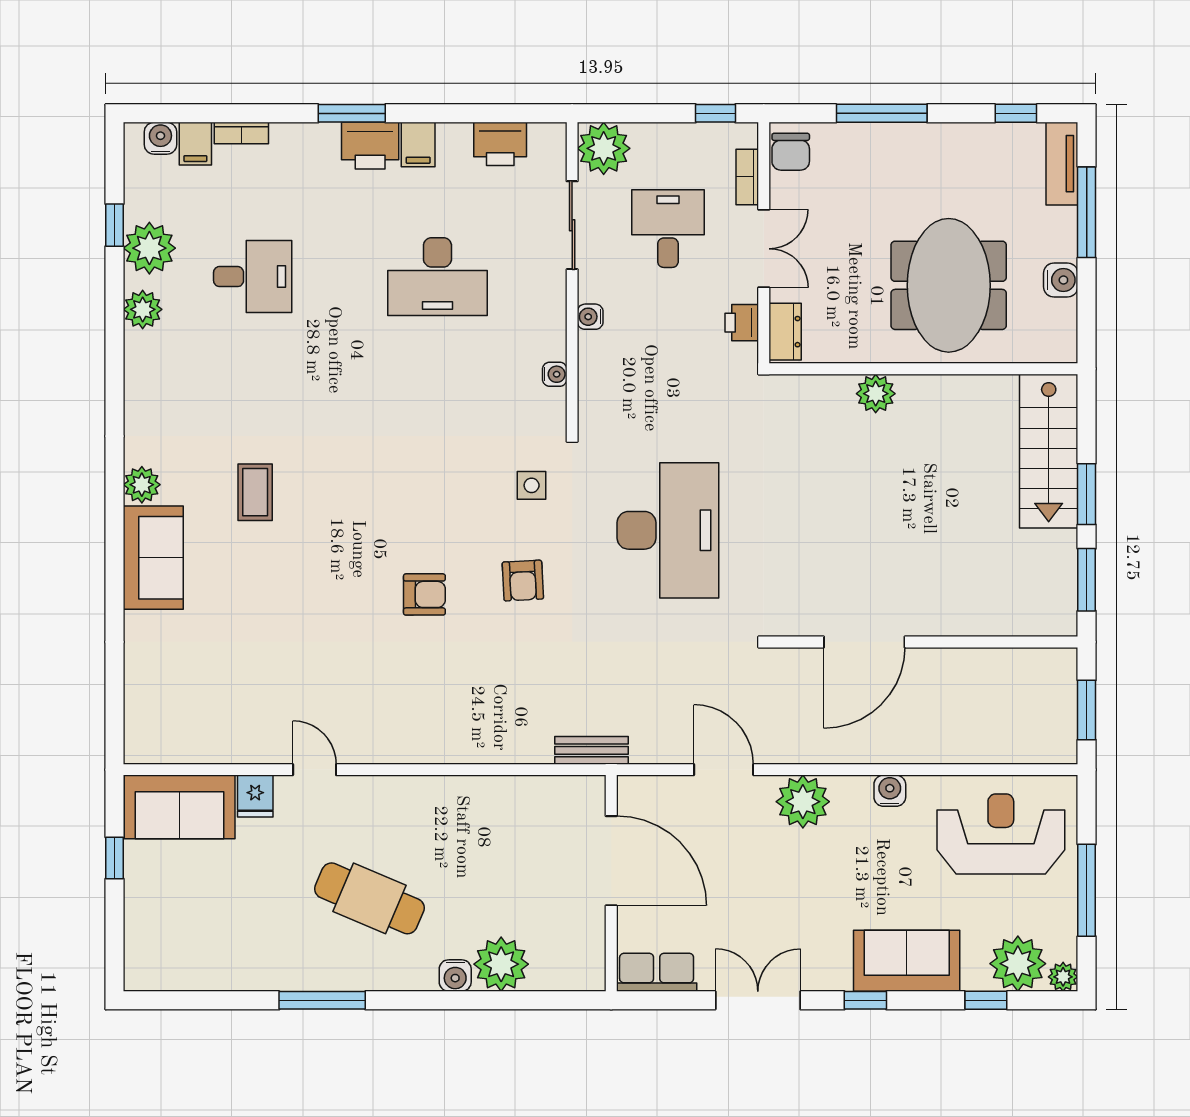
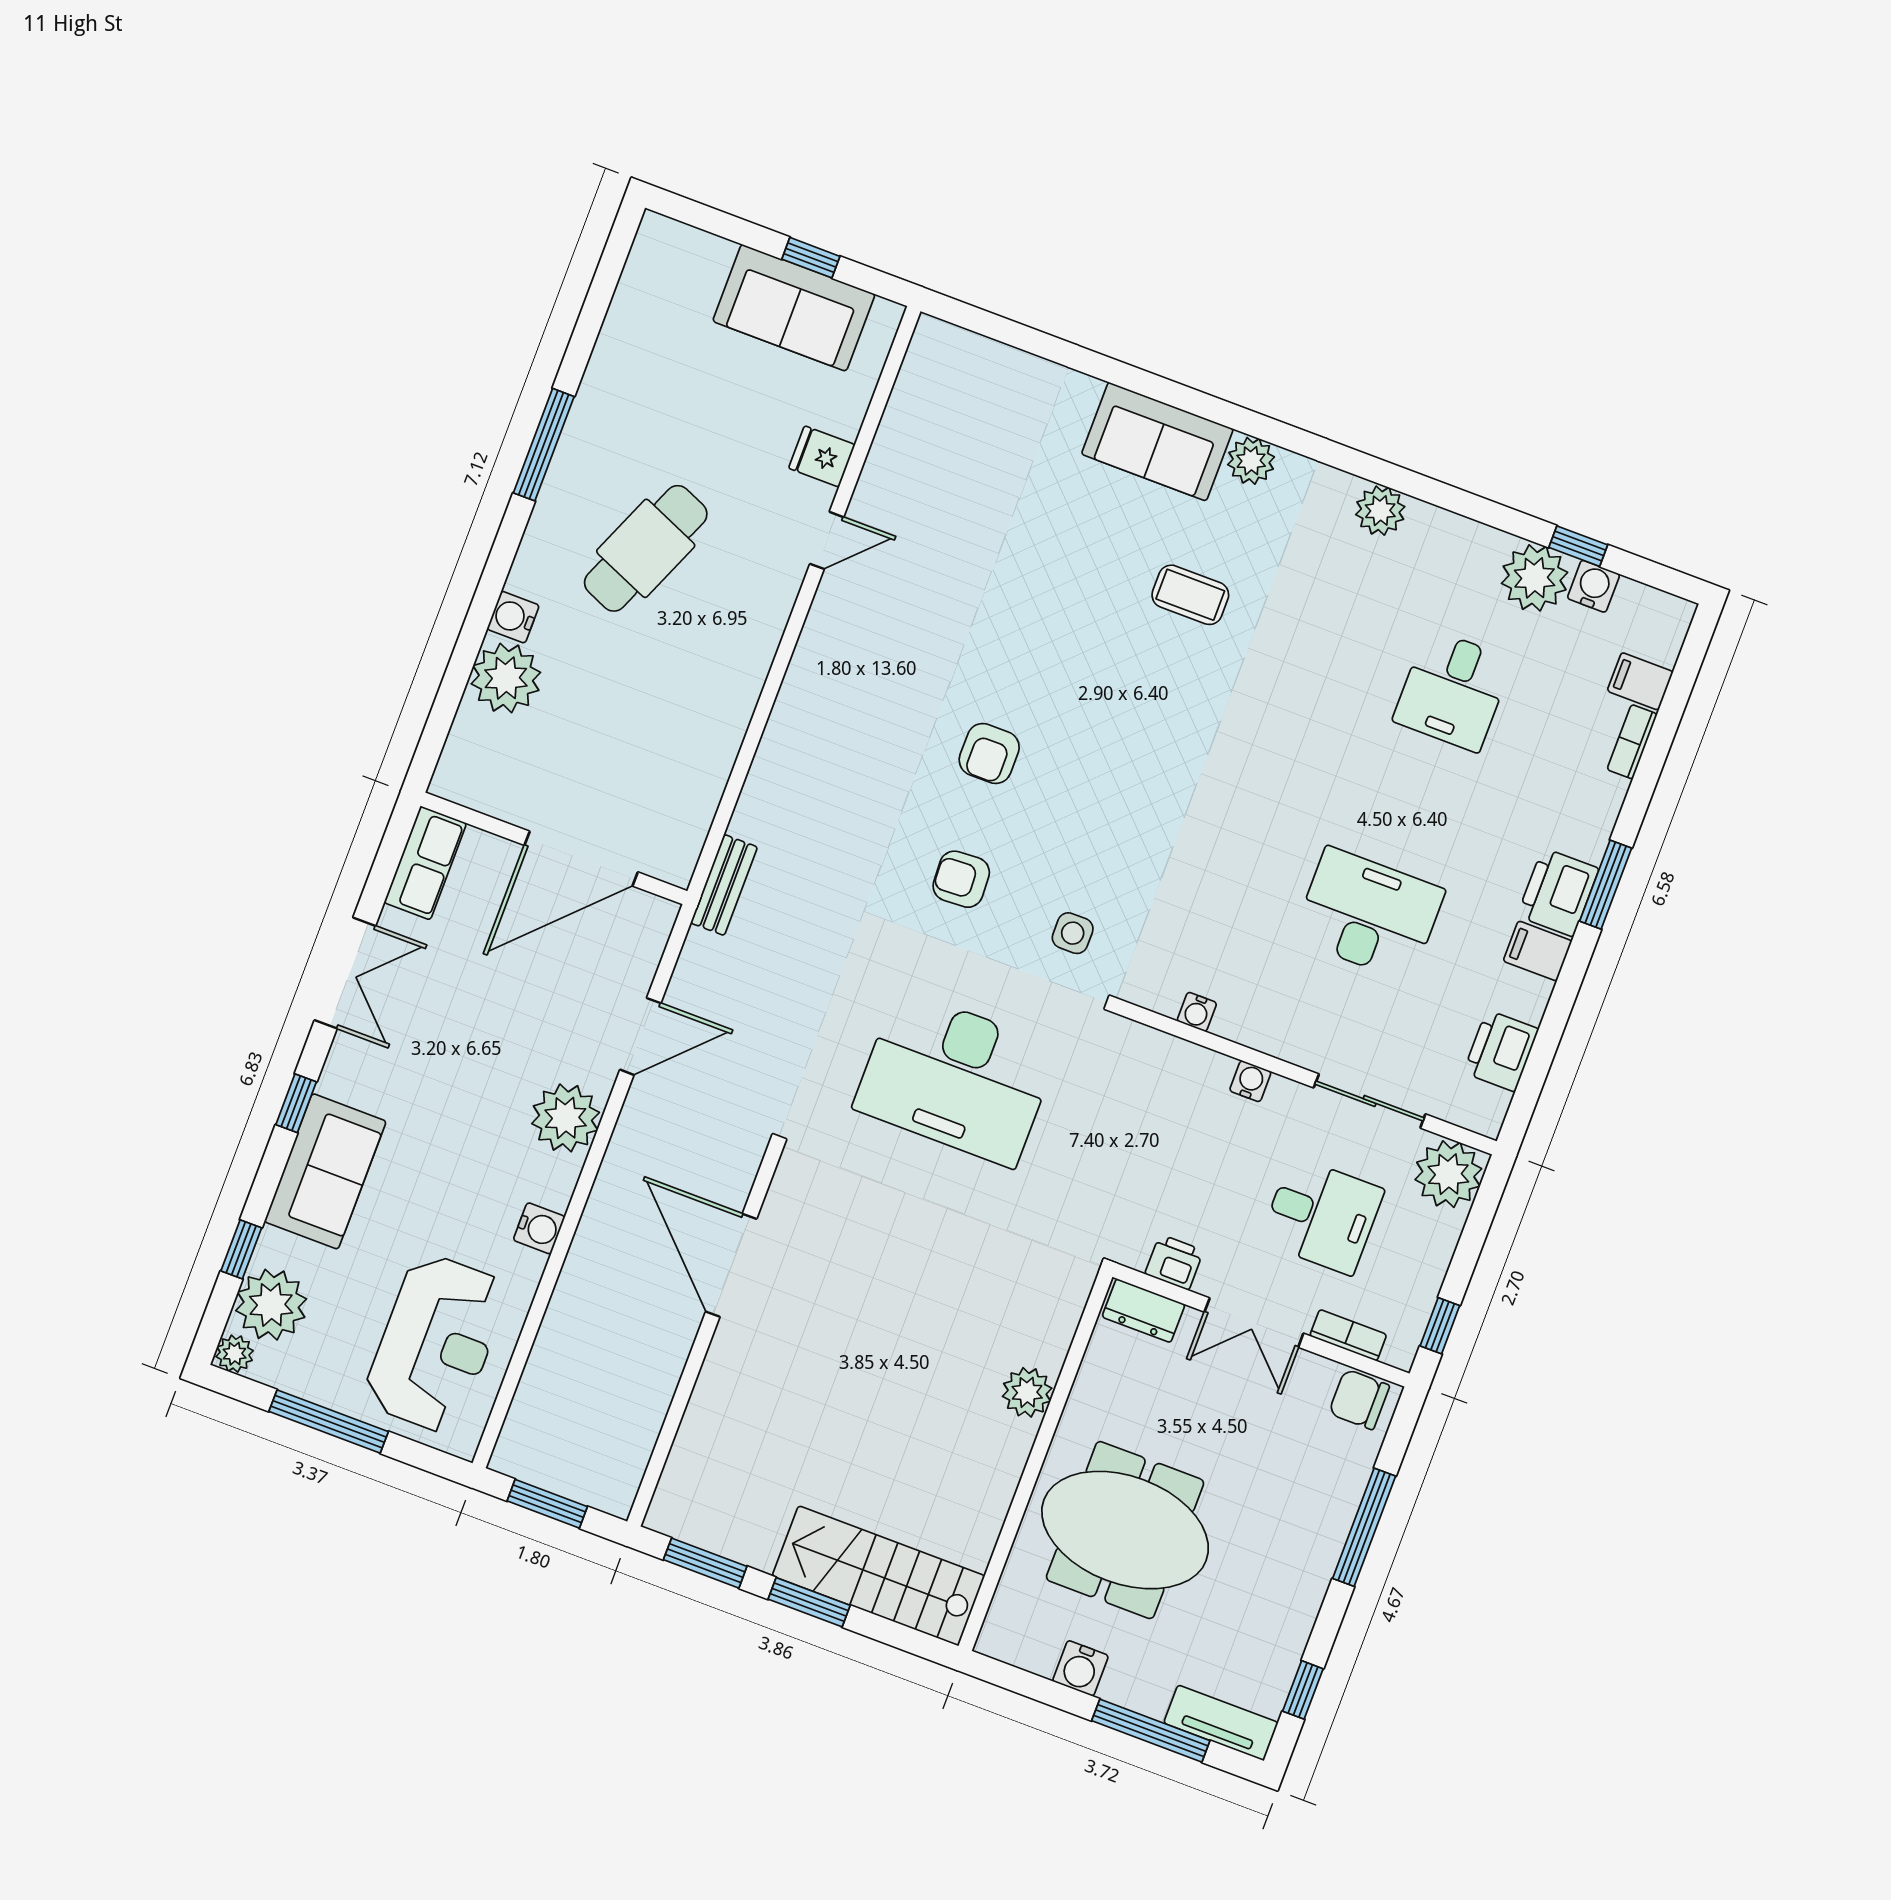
water cooler: (160, 138) -> (1594, 586), moved, turned -90
desk: (437, 277) -> (1369, 914), turned 90
plant: (143, 309) -> (1380, 511), moved
sofa: (180, 807) -> (794, 308), moved, turned -90

